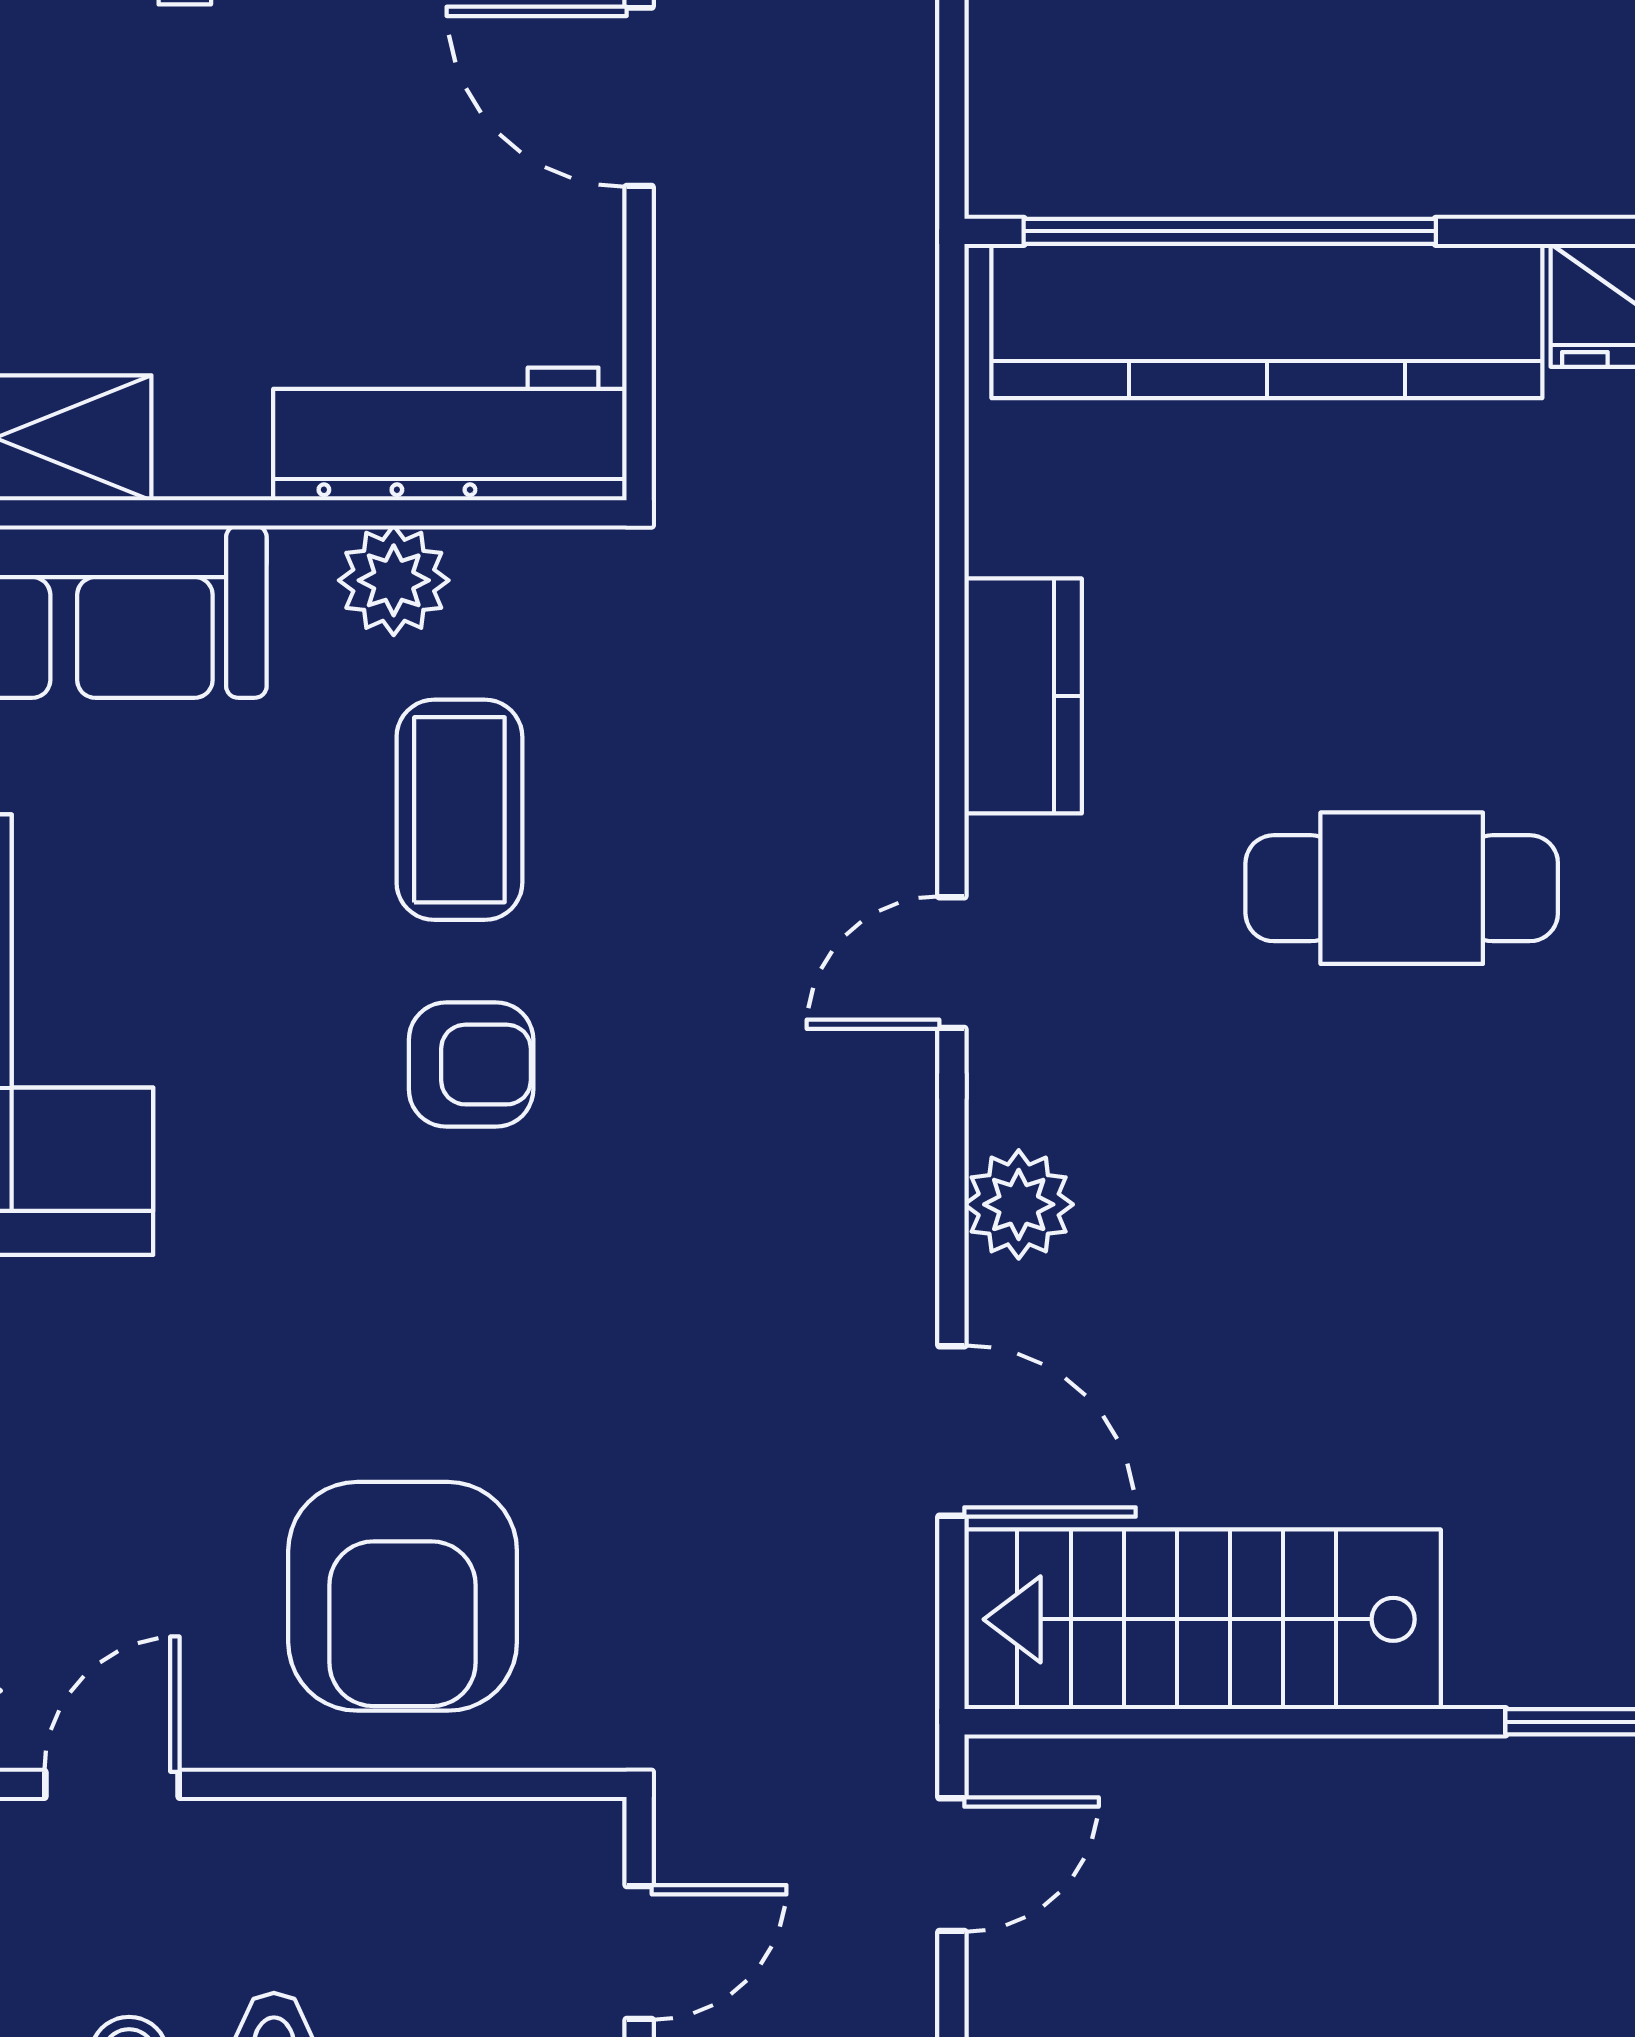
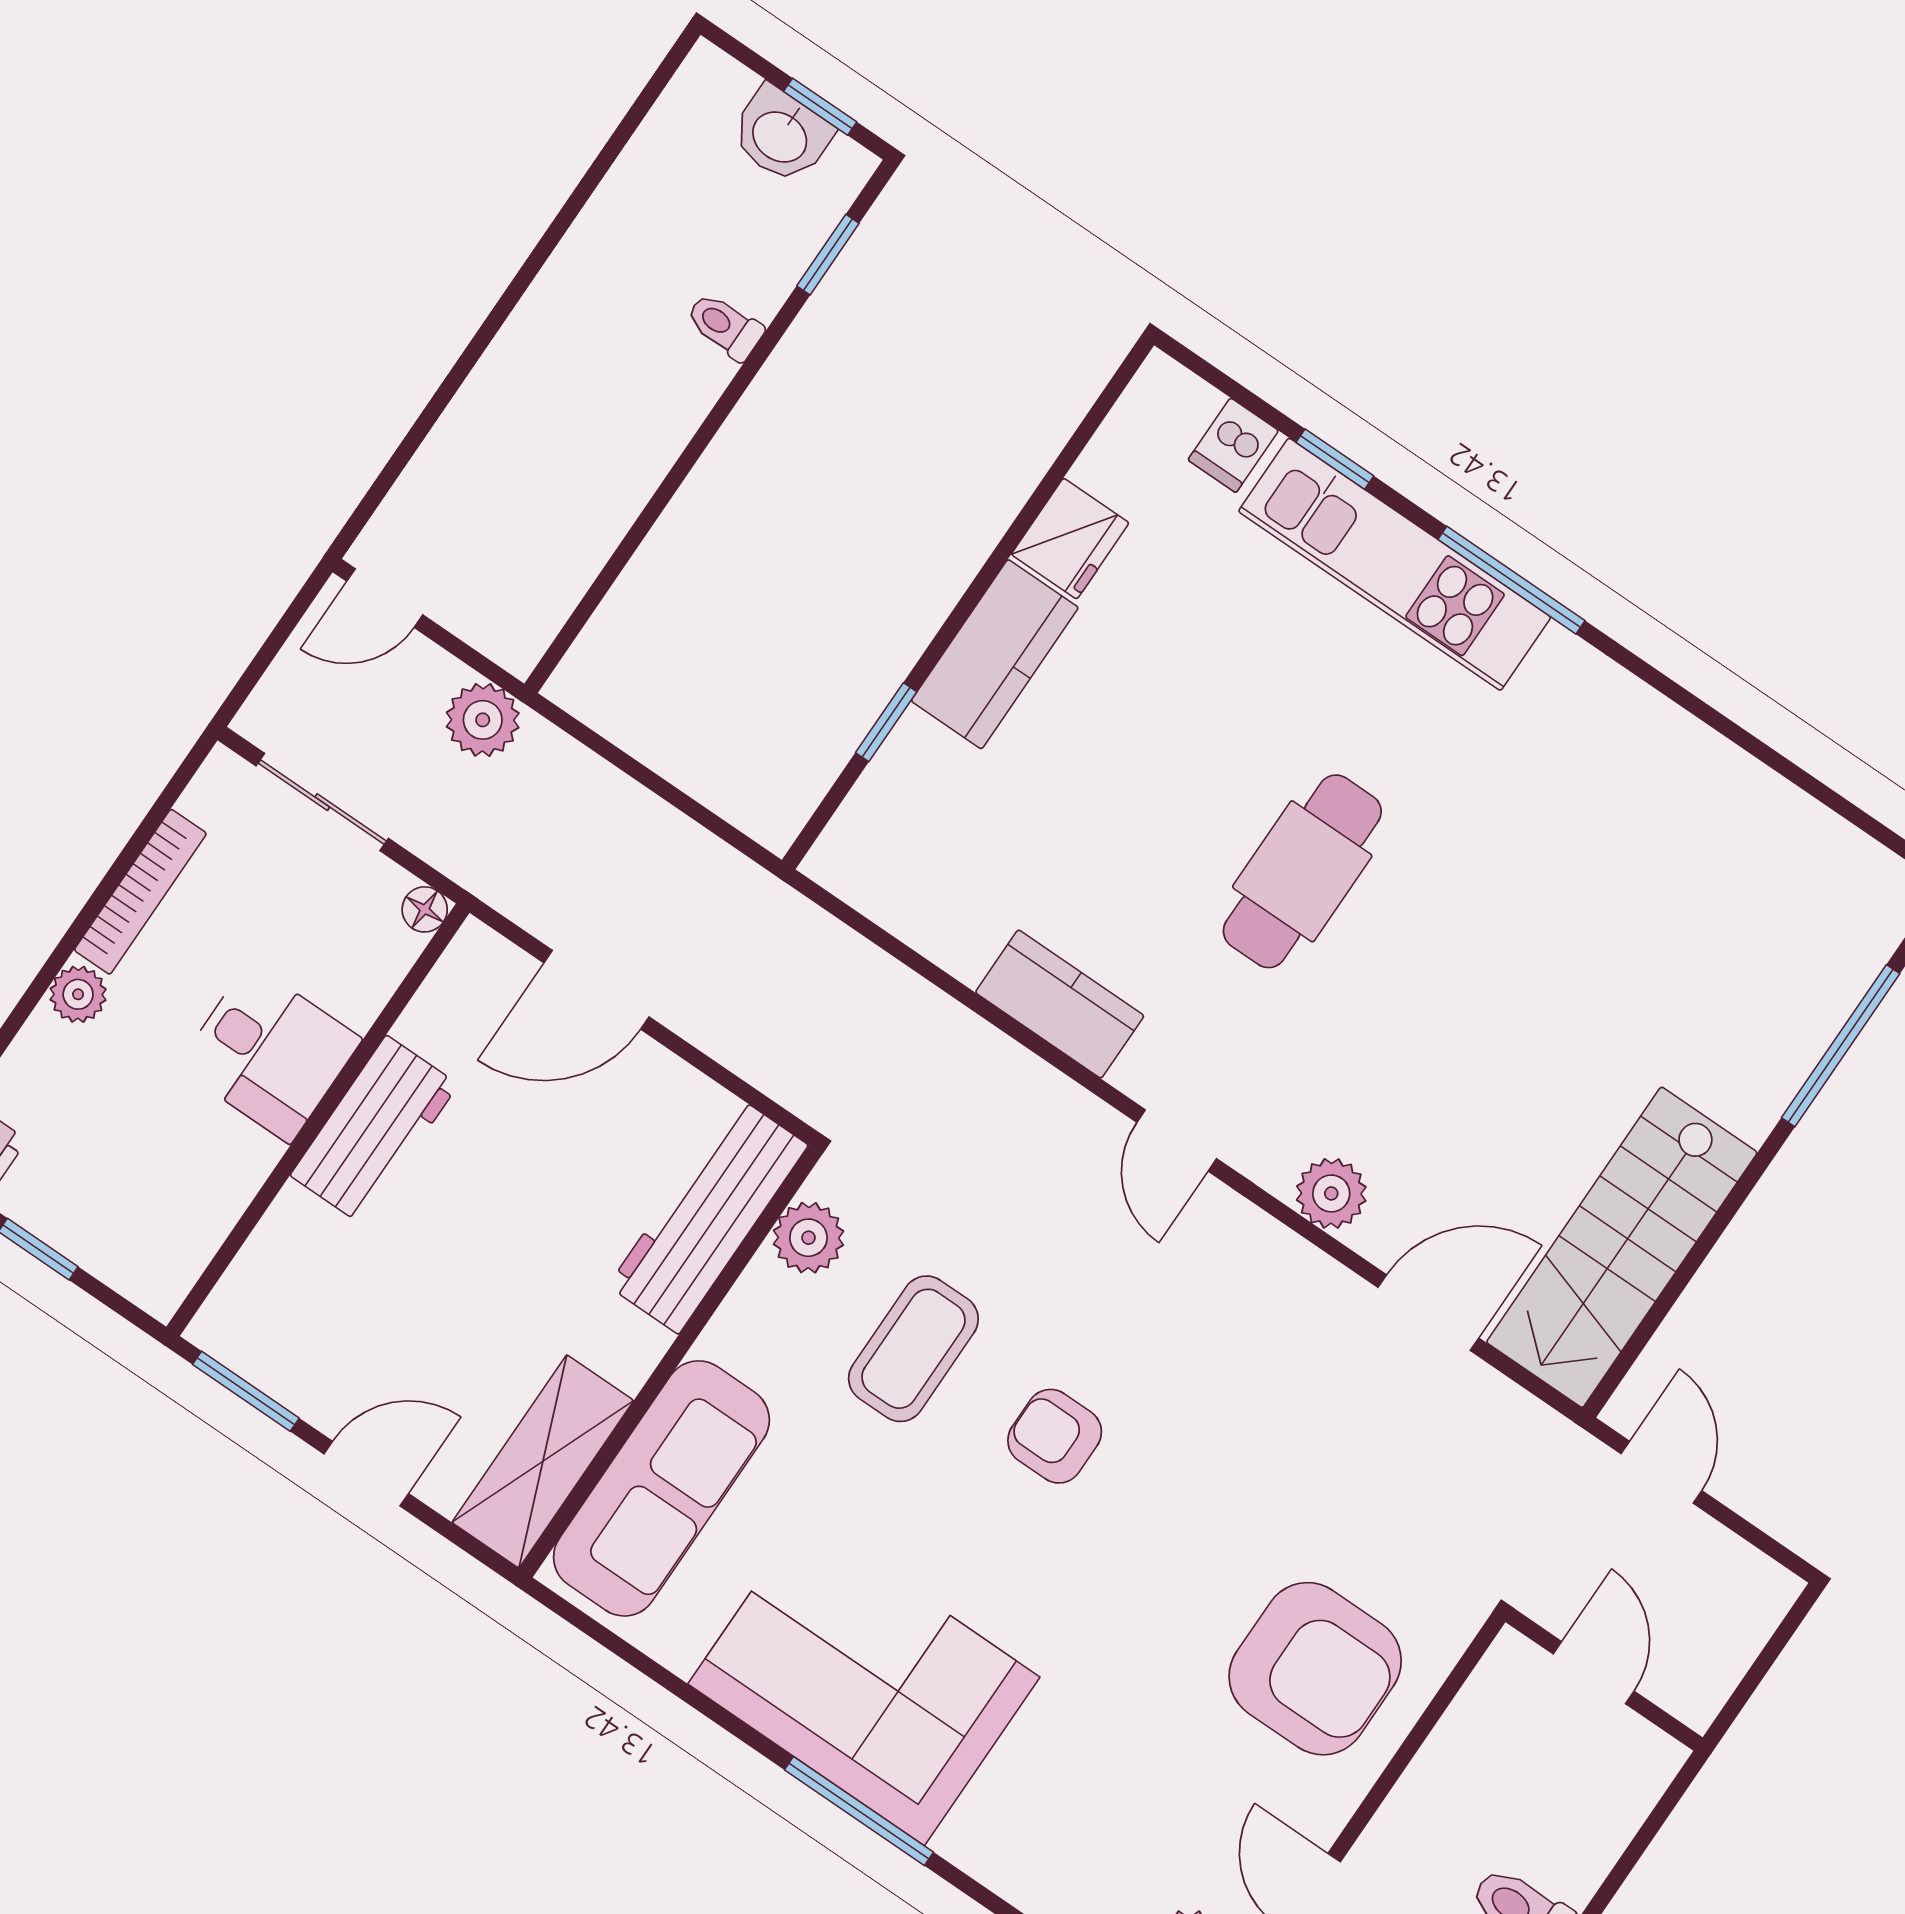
window: (1230, 231) -> (886, 722), width x0.32
kitchen counter: (1267, 321) -> (995, 654), width x0.48, depth x0.86
plant: (394, 580) -> (808, 1238), moved
coffee table: (459, 810) -> (913, 1349), turned 90
armchair: (471, 1065) -> (1055, 1436), turned -90

